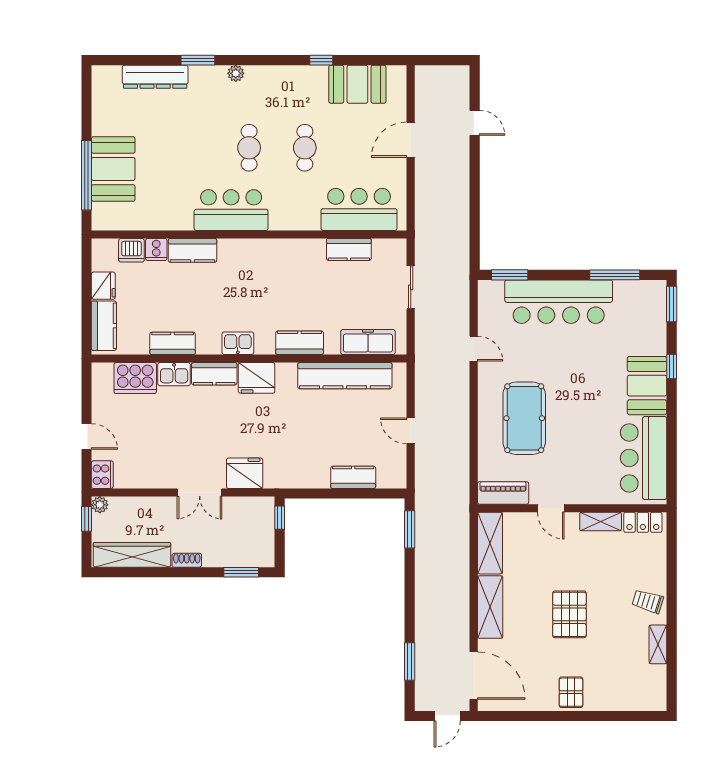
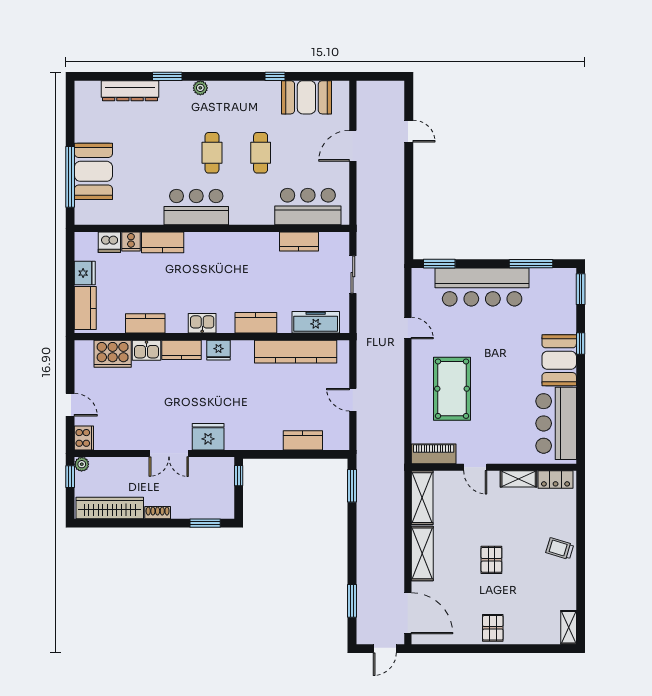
fridge: (257, 378) -> (218, 350), width x0.73, depth x0.75
pallet: (569, 614) -> (491, 560), width x0.67, depth x0.71
shelving: (658, 644) -> (569, 627), moved

